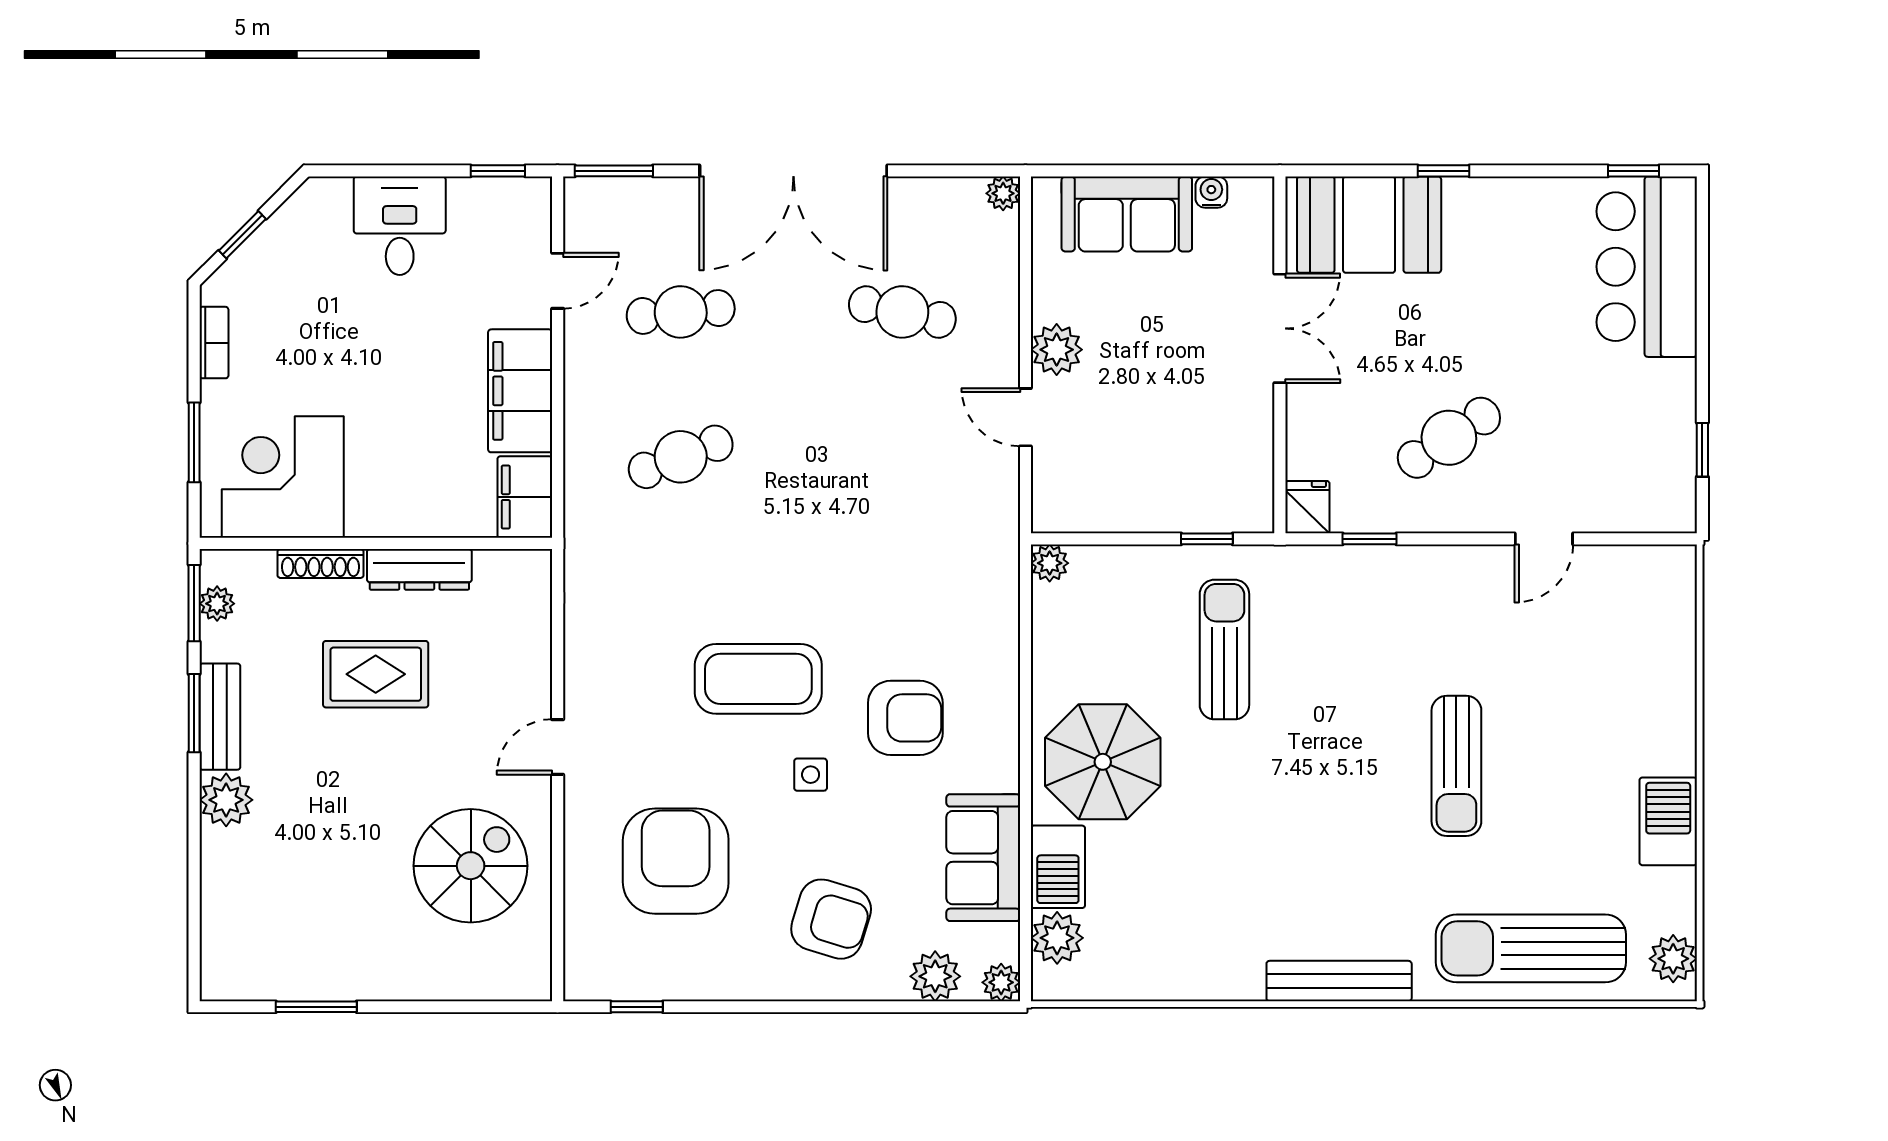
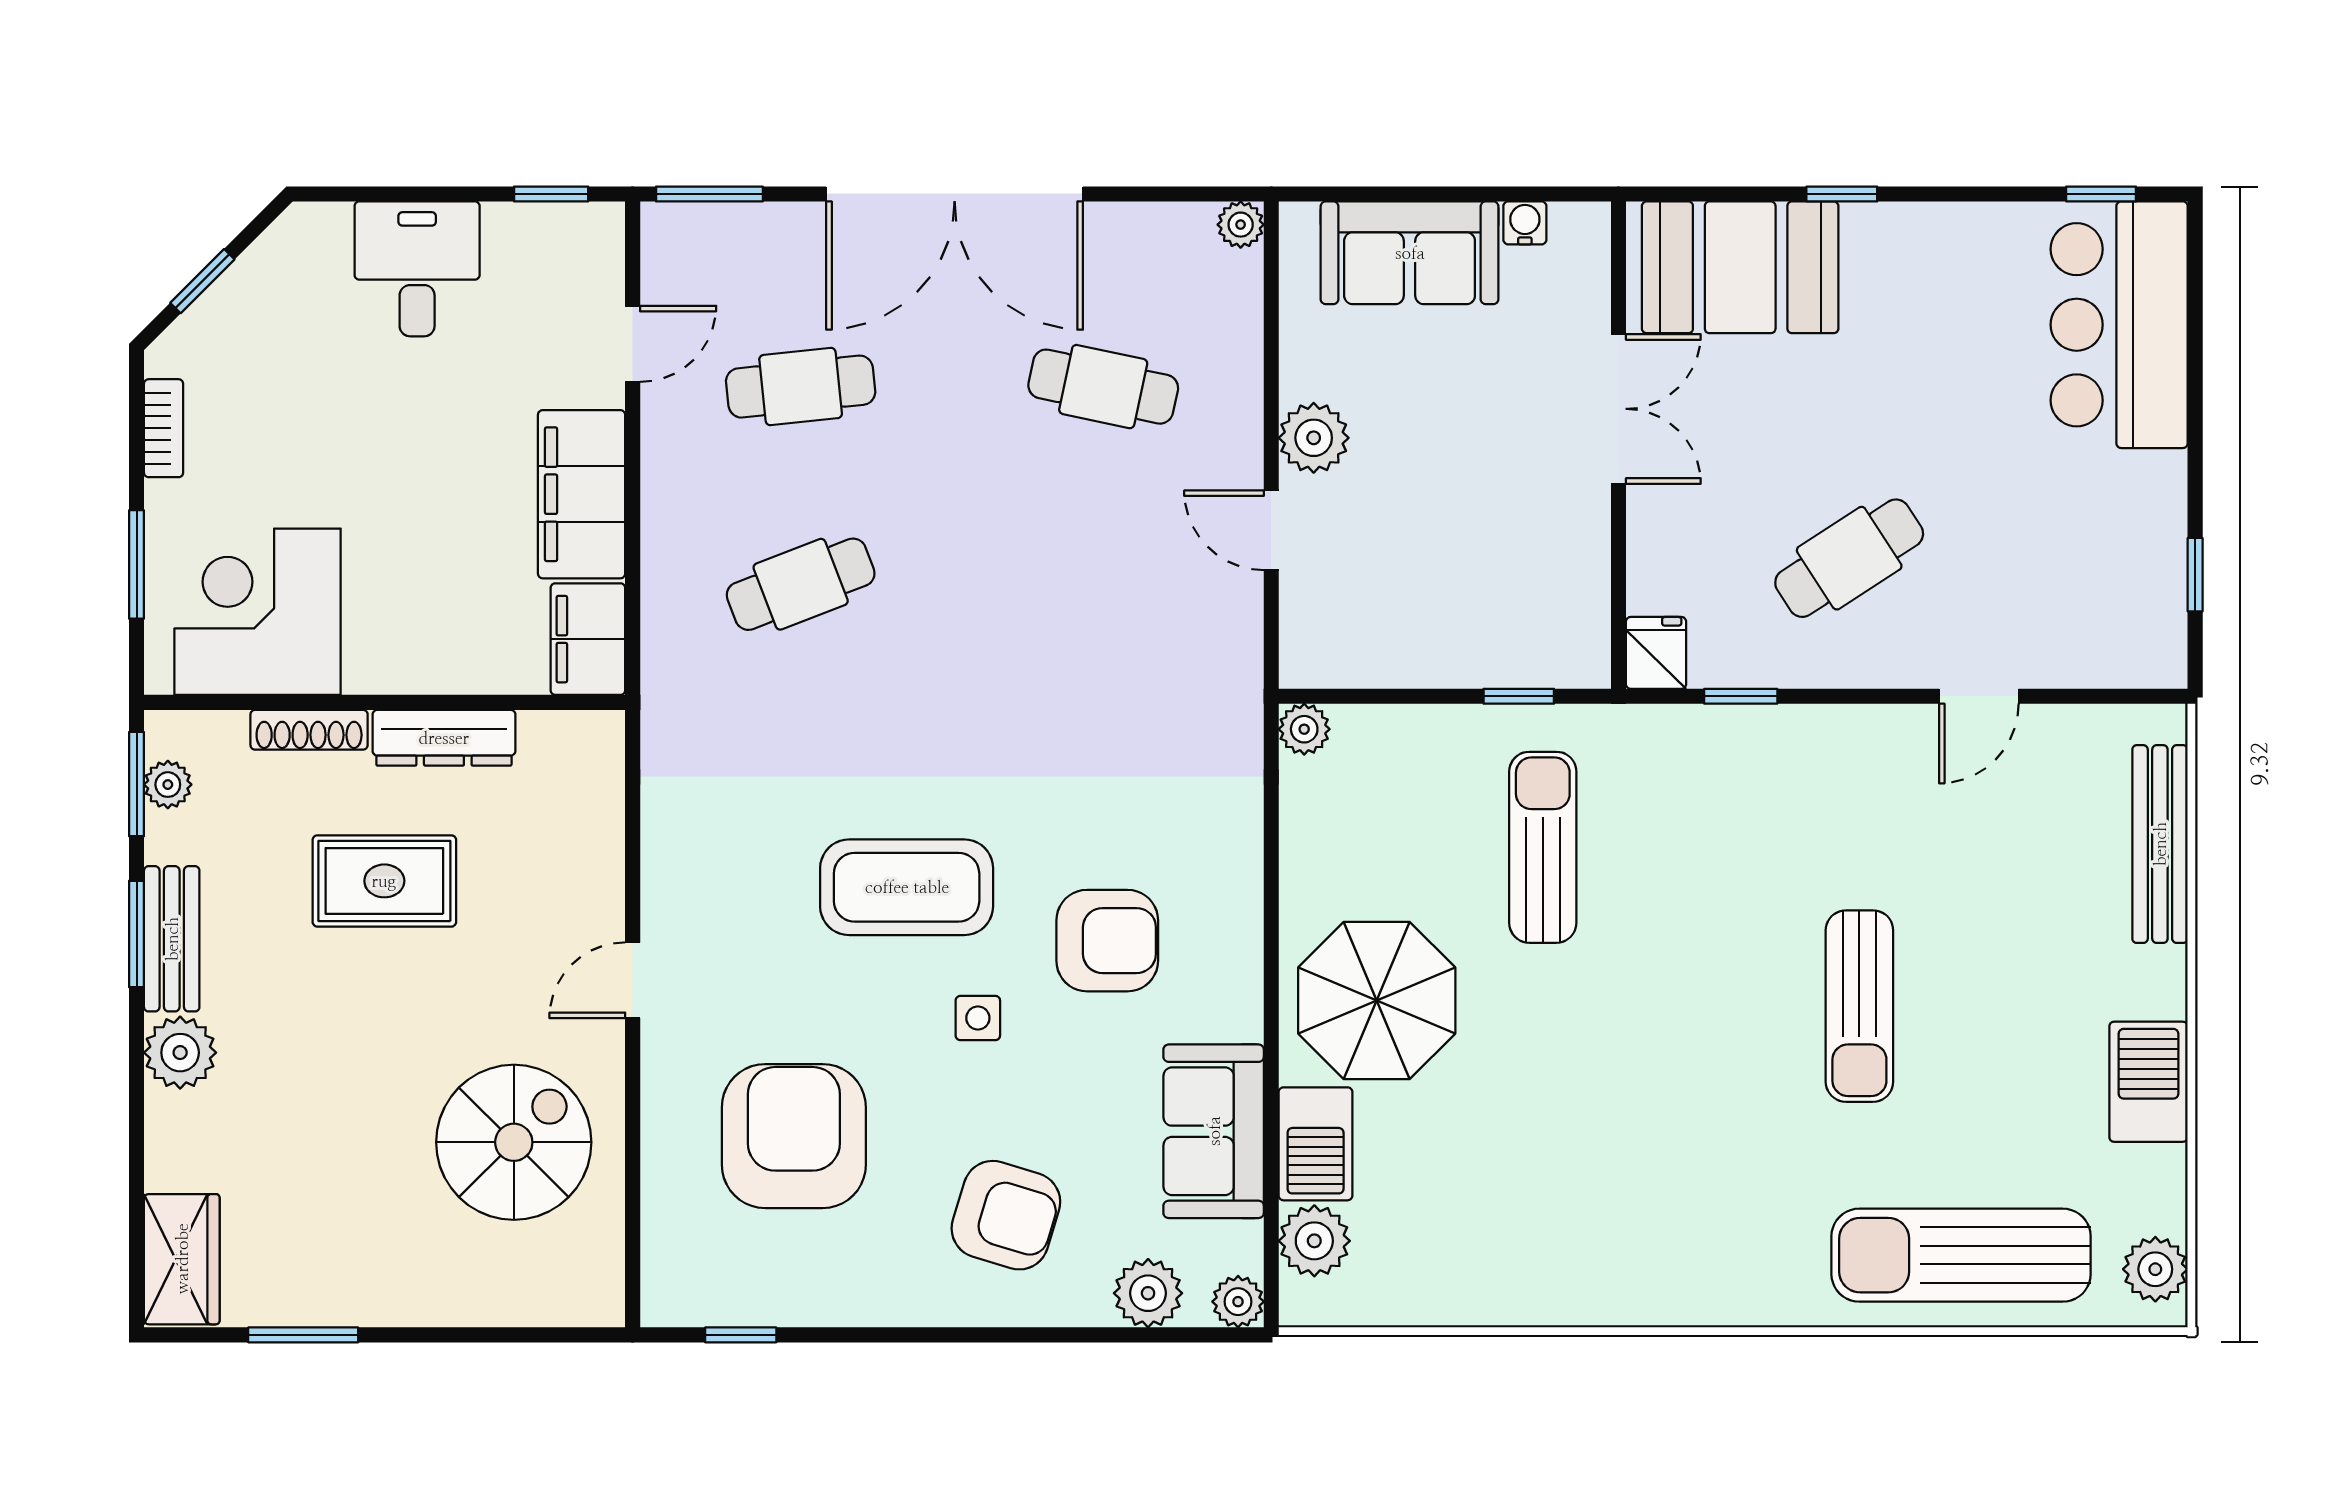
wardrobe: (227, 951) -> (182, 1259), added
bench: (1339, 981) -> (2160, 844), moved, turned 90

